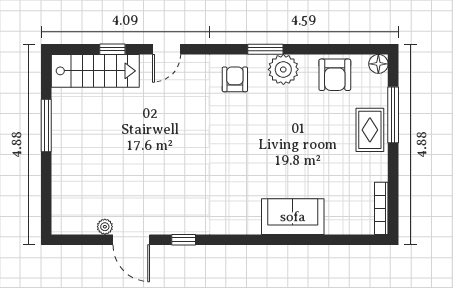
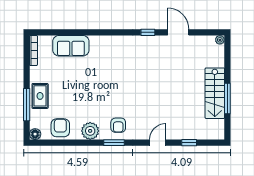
window: (265, 49) -> (114, 143), moved
stairs: (95, 71) -> (215, 93), moved, turned -90
sofa: (293, 217) -> (71, 46), moved
plant: (105, 227) -> (220, 40), moved

